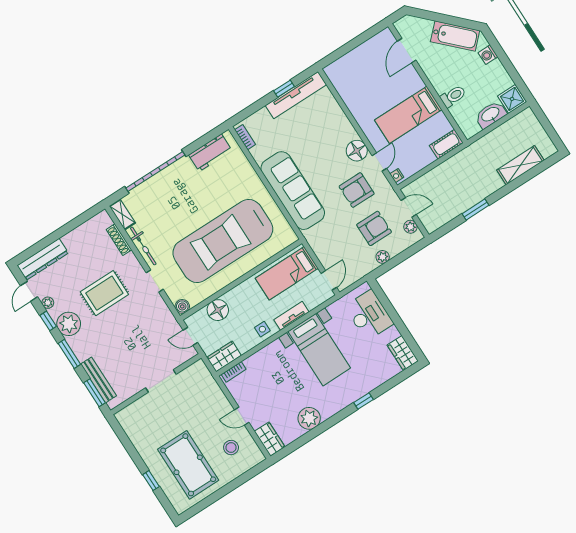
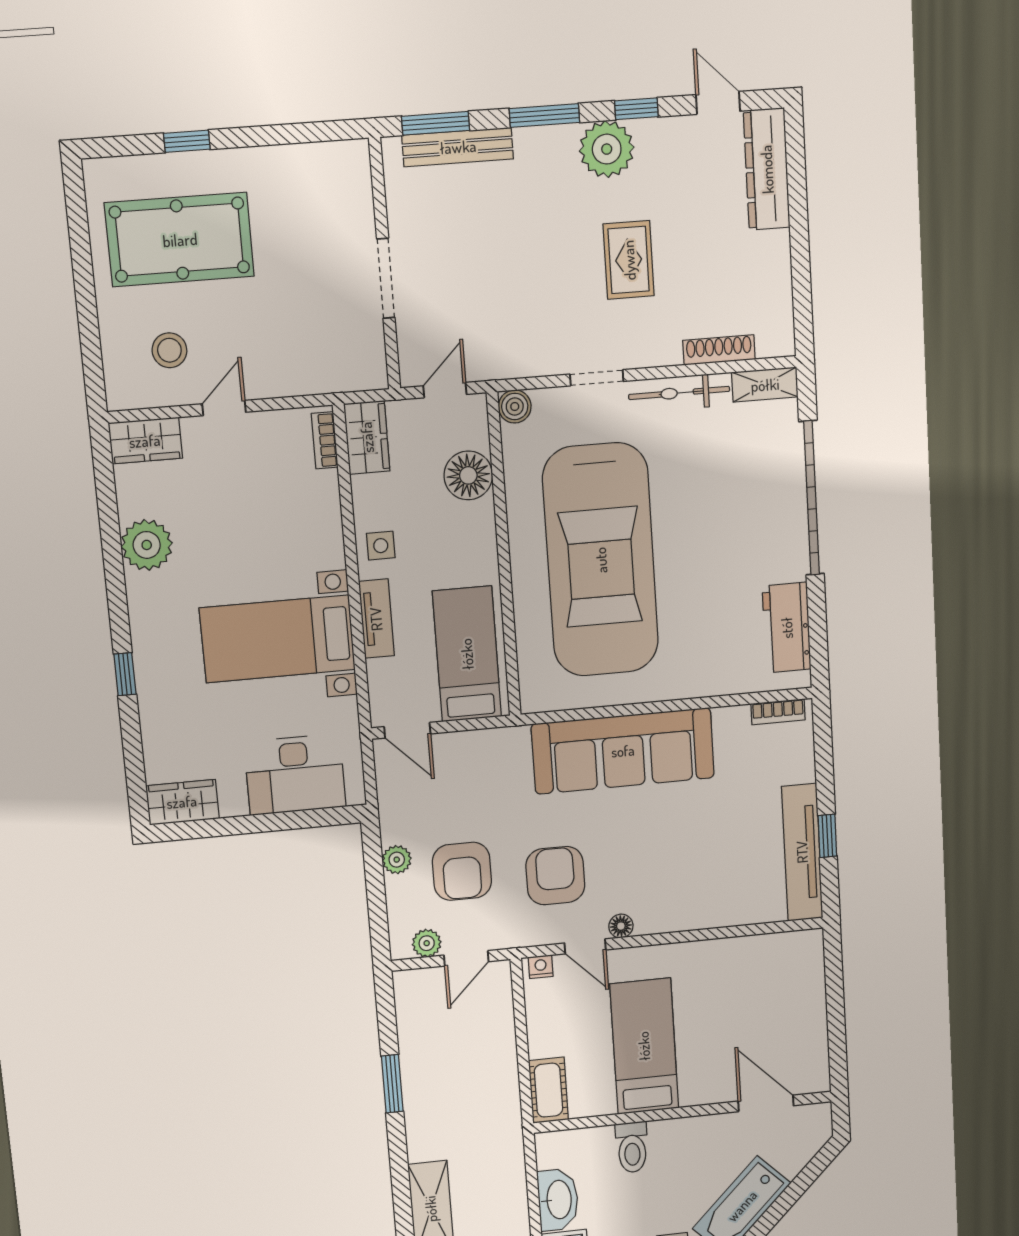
floor lamp: (357, 151) -> (621, 926), width x0.53, depth x0.53
car: (223, 241) -> (601, 560), turned 180
rug: (104, 293) -> (629, 260), width x0.73, depth x0.70
plant: (48, 303) -> (673, 130), removed

